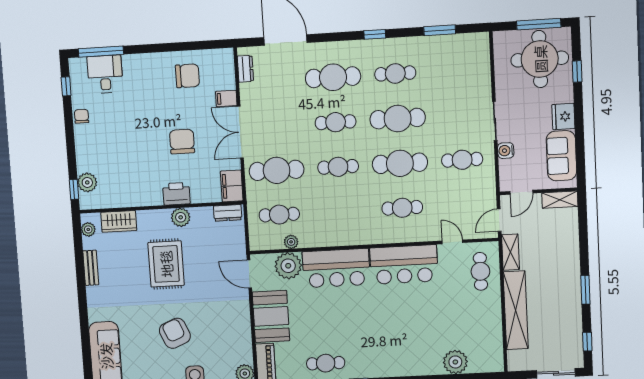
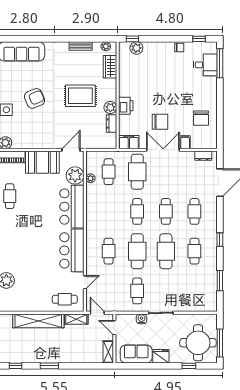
cafe table: (333, 77) -> (194, 211), width x0.73, depth x0.74
chair: (182, 142) -> (160, 122), moved
dresser: (228, 213) -> (112, 123), moved

